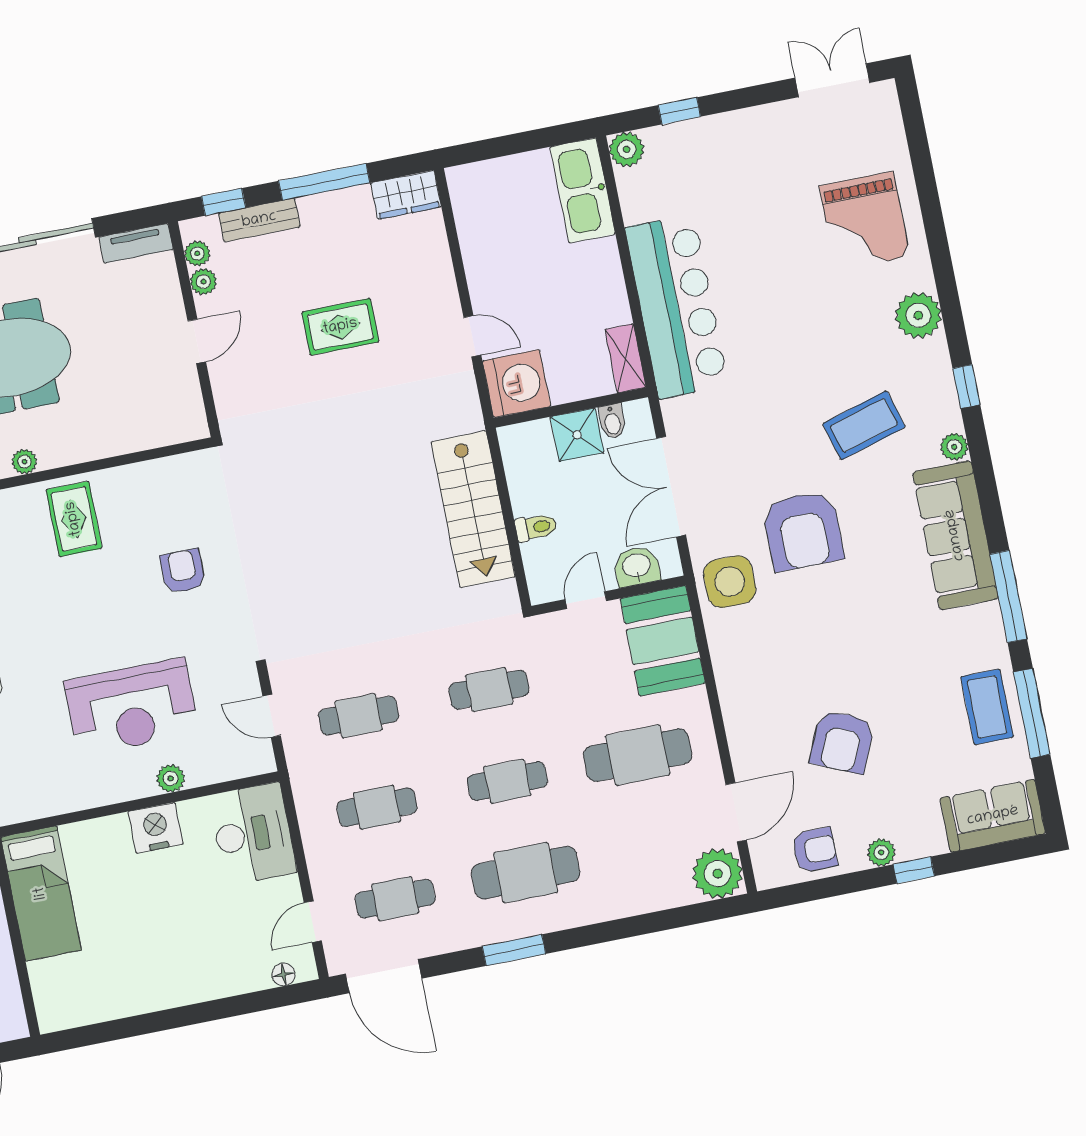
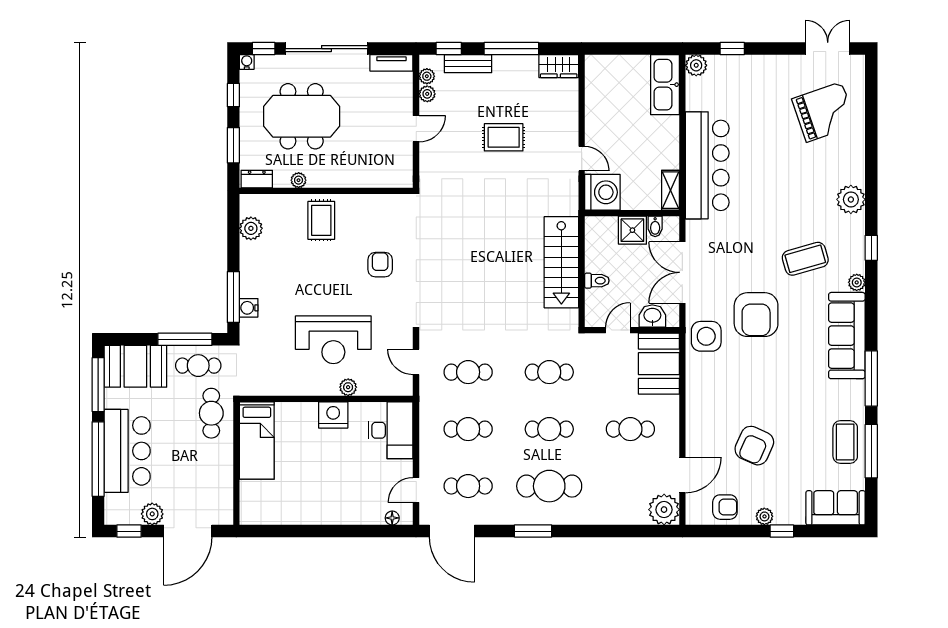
grand piano: (865, 221) -> (824, 112), moved, turned -109
cafe table: (638, 755) -> (630, 429), width x0.73, depth x0.74

